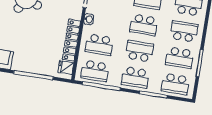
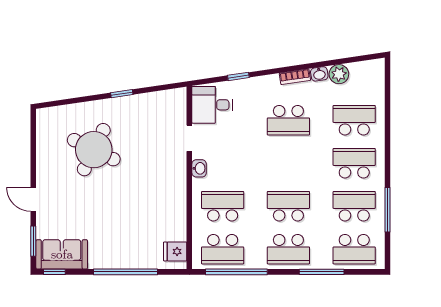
school desk: (144, 25) -> (288, 163), removed
locker: (71, 40) -> (177, 206), removed
school desk: (99, 45) -> (223, 206), turned 180
school desk: (180, 58) -> (354, 206), turned 180

